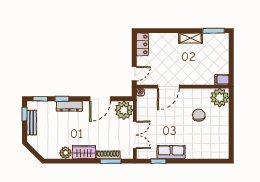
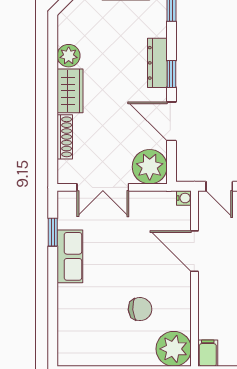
window: (62, 99) -> (171, 74), moved
window: (111, 161) -> (53, 141), removed

